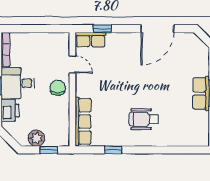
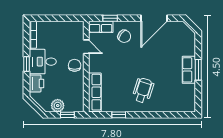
chair: (120, 51) -> (124, 36), added
wheelchair: (144, 119) -> (143, 90), turned 108

